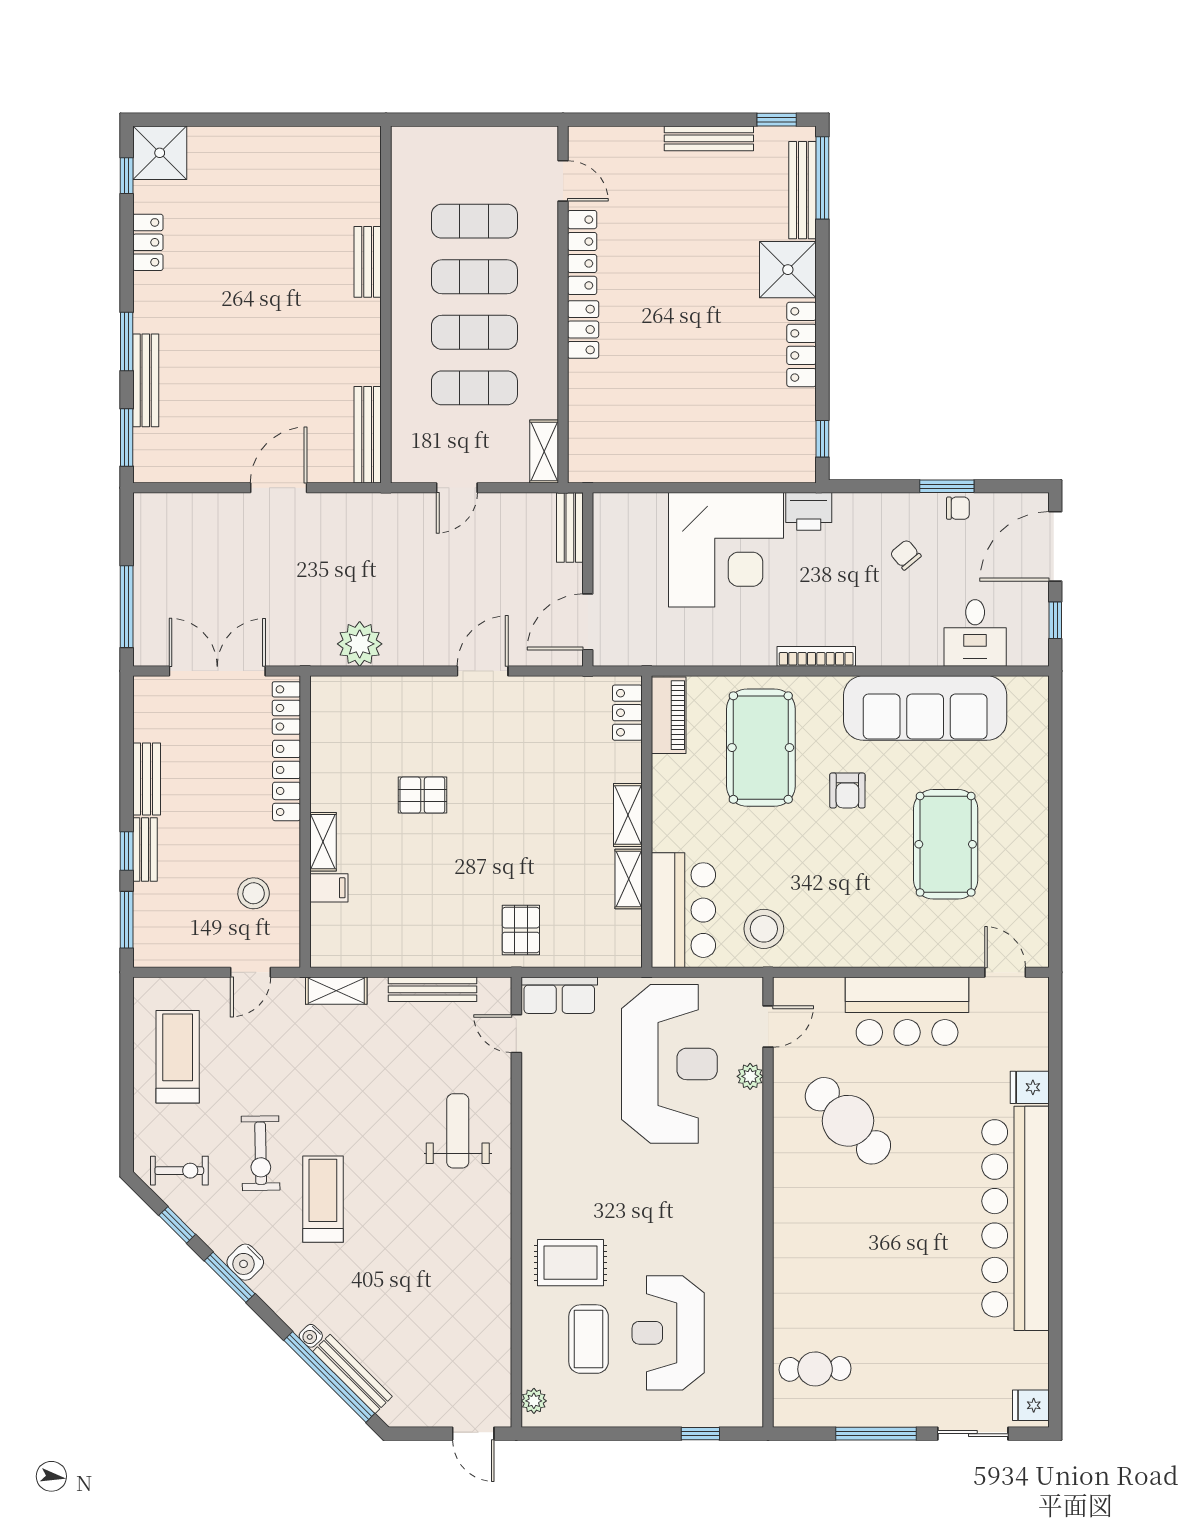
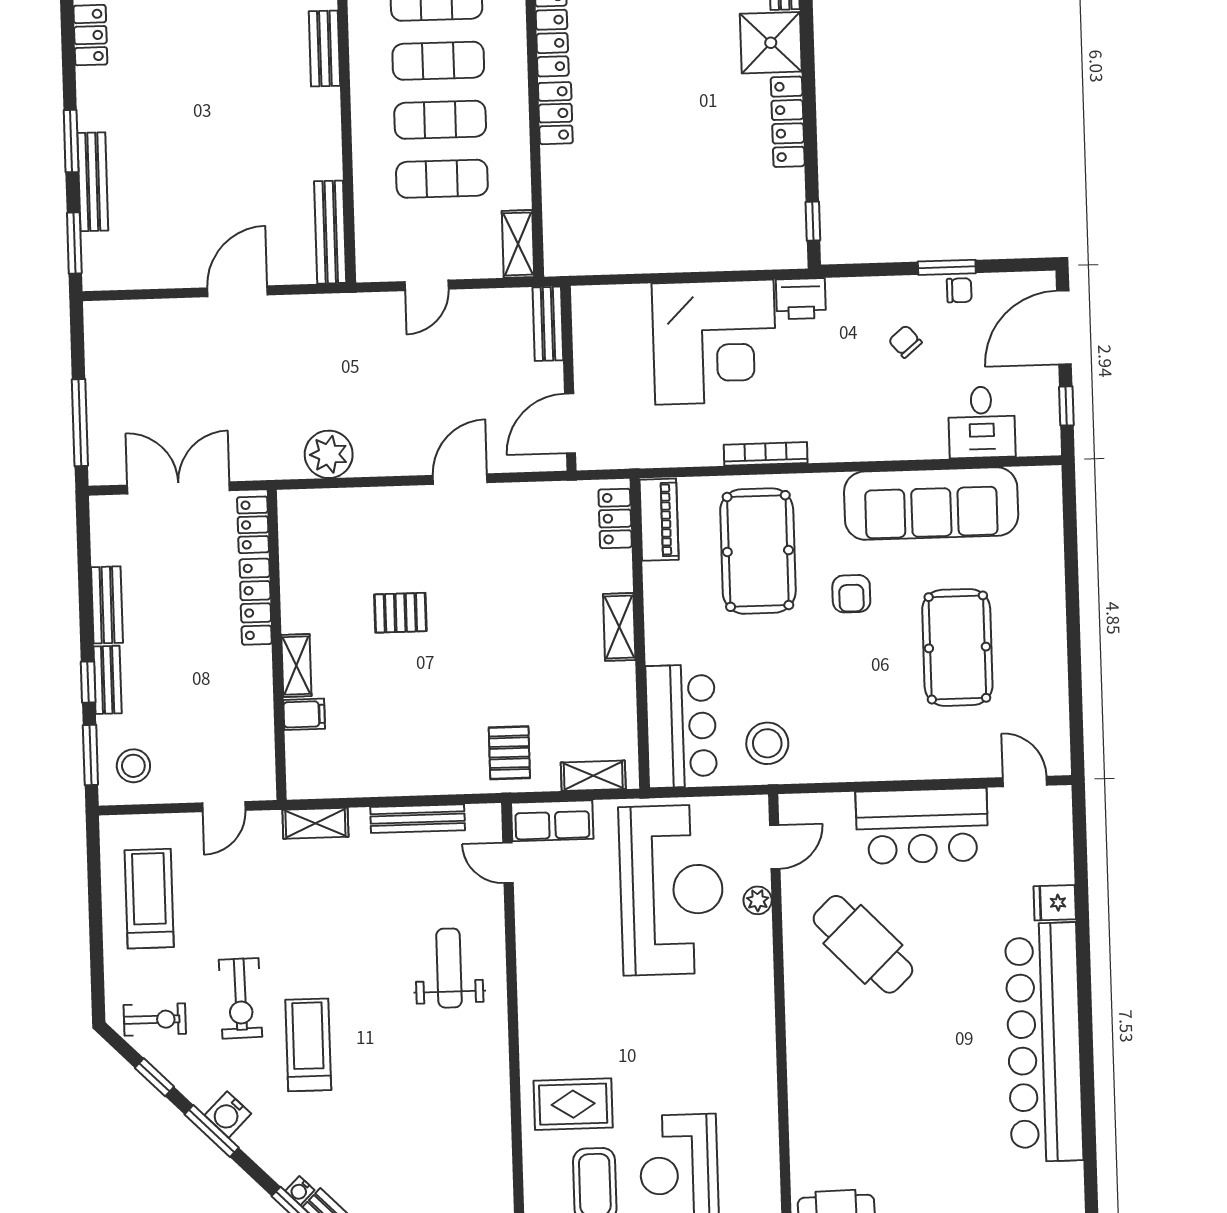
bookcase: (816, 656) -> (766, 454), moved
shelving: (629, 879) -> (593, 776), moved, turned 90
stool: (254, 893) -> (133, 766), moved

